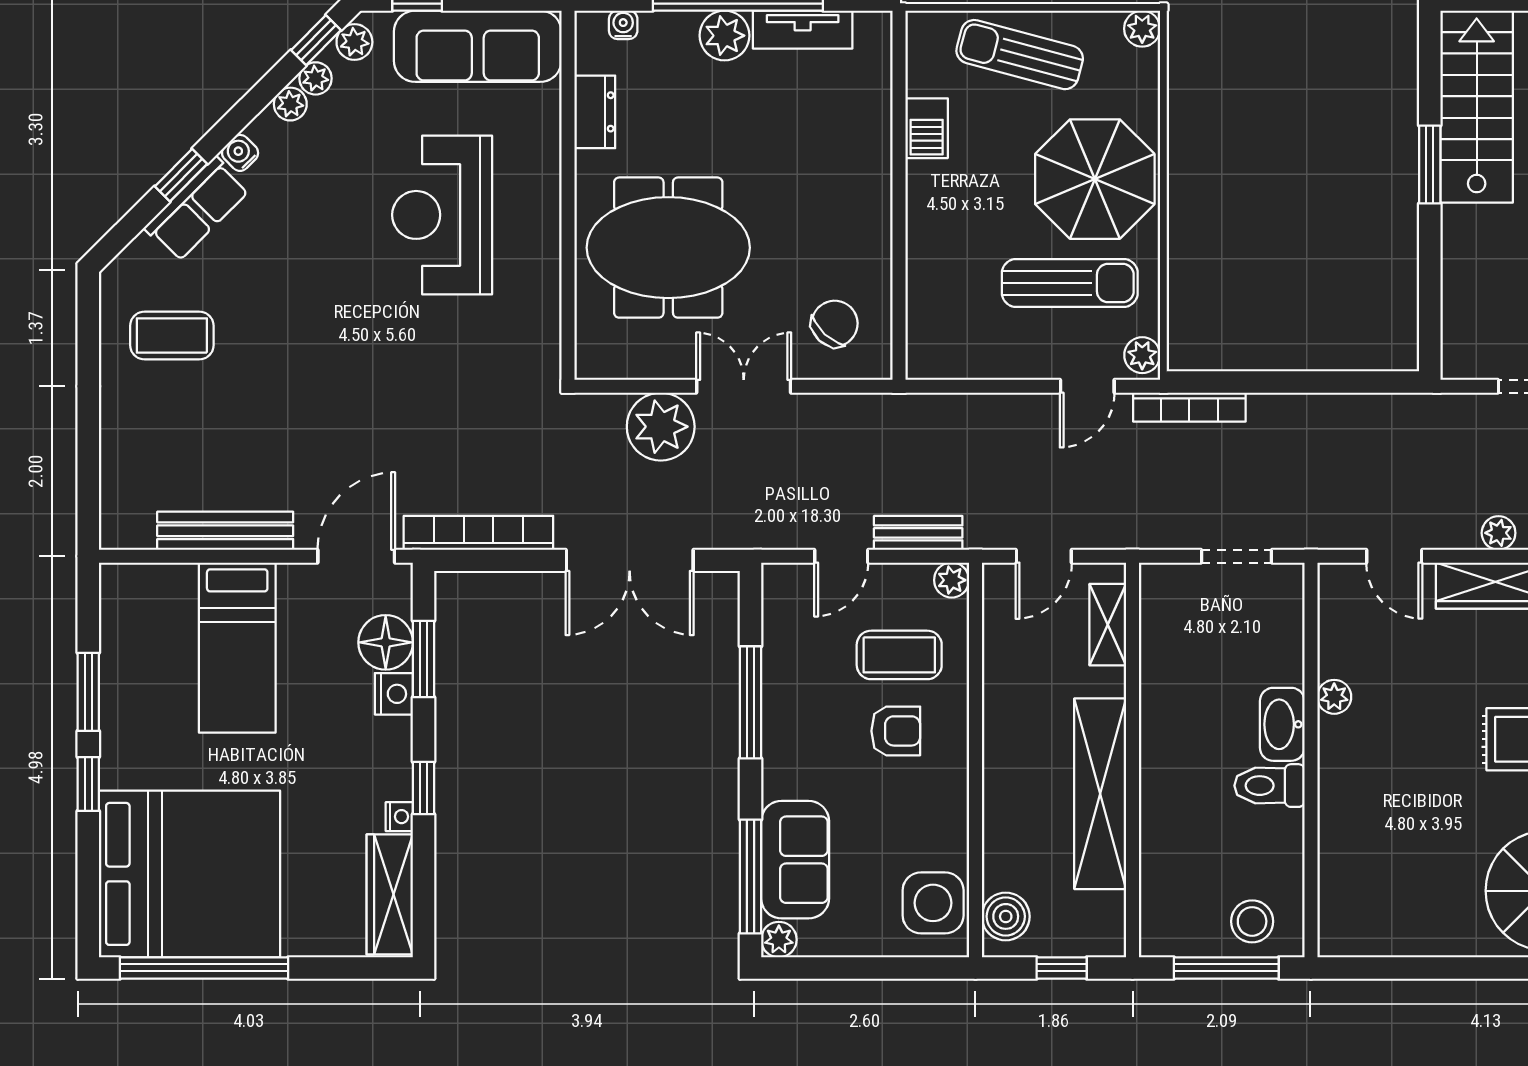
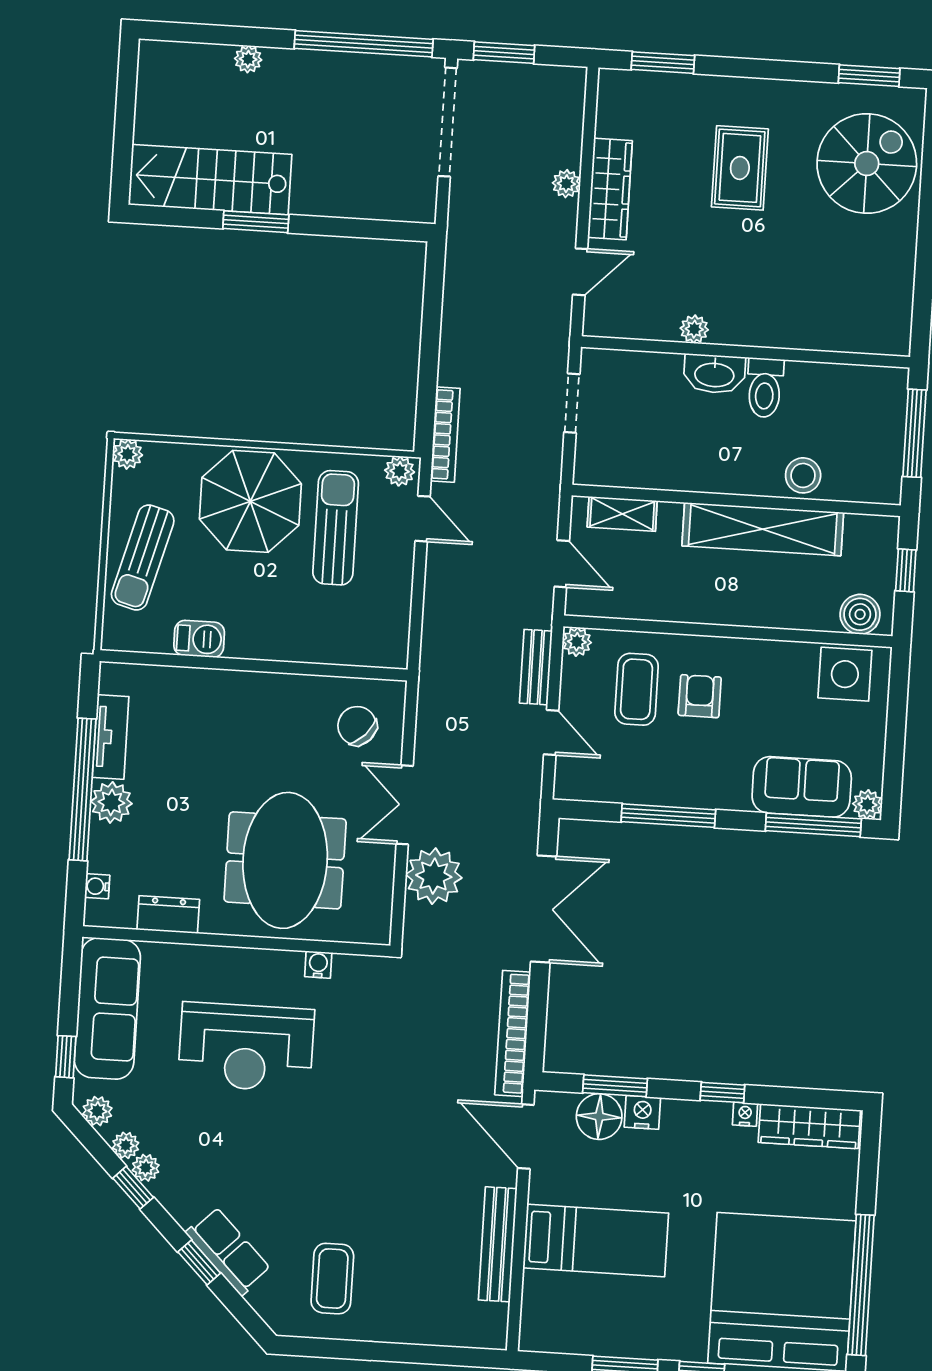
window: (316, 40) -> (133, 1188), moved
water cooler: (240, 153) -> (318, 965), moved, turned 135
stool: (1252, 921) -> (803, 475), moved

